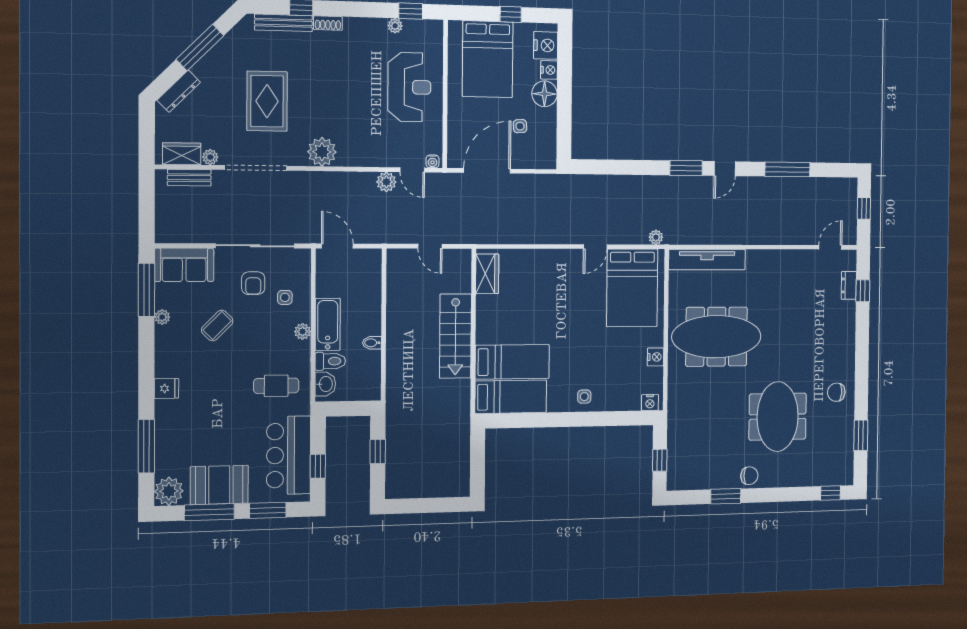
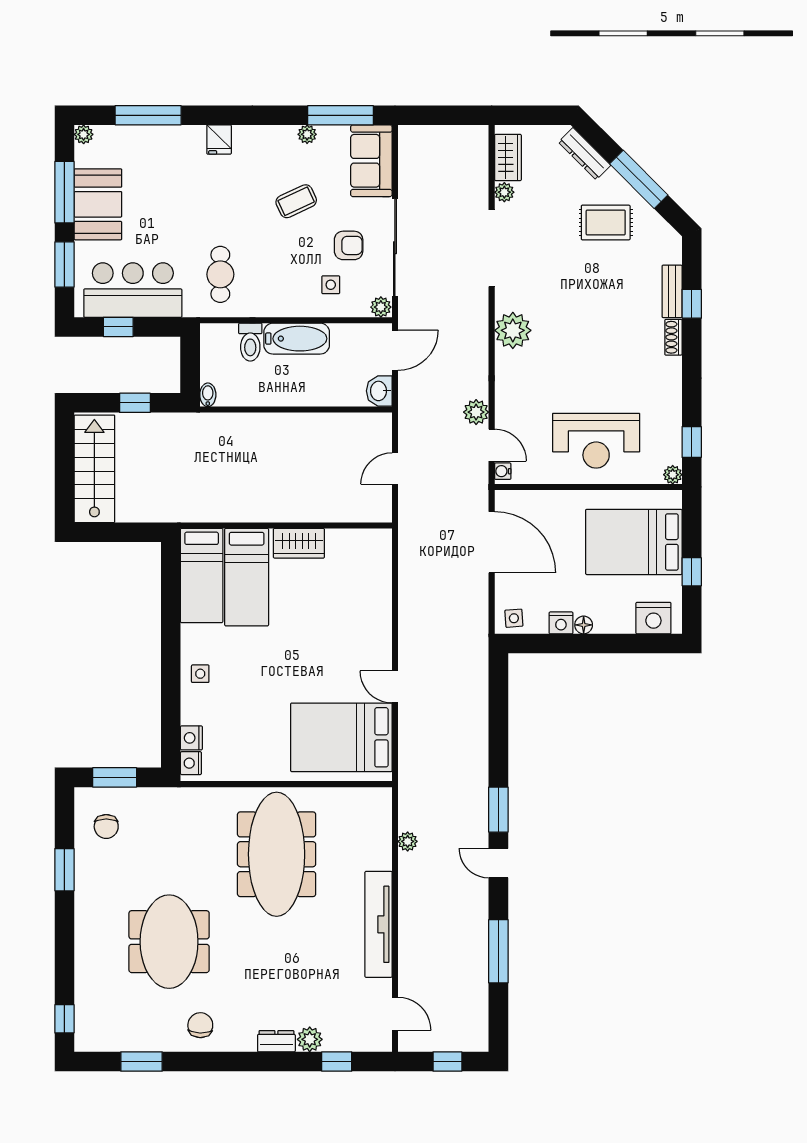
bench: (283, 23) -> (672, 291), width x0.73
plant: (395, 26) -> (673, 475), moved
nightstand: (549, 70) -> (561, 623), moved
floor lamp: (545, 94) -> (584, 625), width x0.53, depth x0.53
rug: (267, 101) -> (606, 222), moved, width x0.73, depth x0.70
side table: (520, 126) -> (514, 618), moved
door: (412, 170) -> (492, 445), swing flipped
bench: (189, 178) -> (479, 167), removed
plant: (656, 237) -> (408, 841), moved
tv unit: (707, 259) -> (379, 924), moved
wardrobe: (487, 274) -> (299, 543), moved
armchair: (253, 283) -> (349, 245), turned 180
dresser: (849, 285) -> (276, 1041), moved
plant: (847, 311) -> (310, 1039), added
coffee table: (217, 326) -> (296, 201), turned -70
plant: (303, 331) -> (381, 307), moved
stairs: (455, 336) -> (94, 469), moved, turned 90
bidet: (372, 343) -> (208, 395), moved
nightstand: (656, 357) -> (191, 738), moved, turned 90
washbasin: (325, 384) -> (379, 391), moved, turned 90
meeting table: (778, 417) -> (169, 942), turned 90
window: (660, 460) -> (115, 777), width x1.50
chair: (749, 476) -> (106, 827), moved
plant: (169, 491) -> (84, 134), width x0.53, depth x0.53

